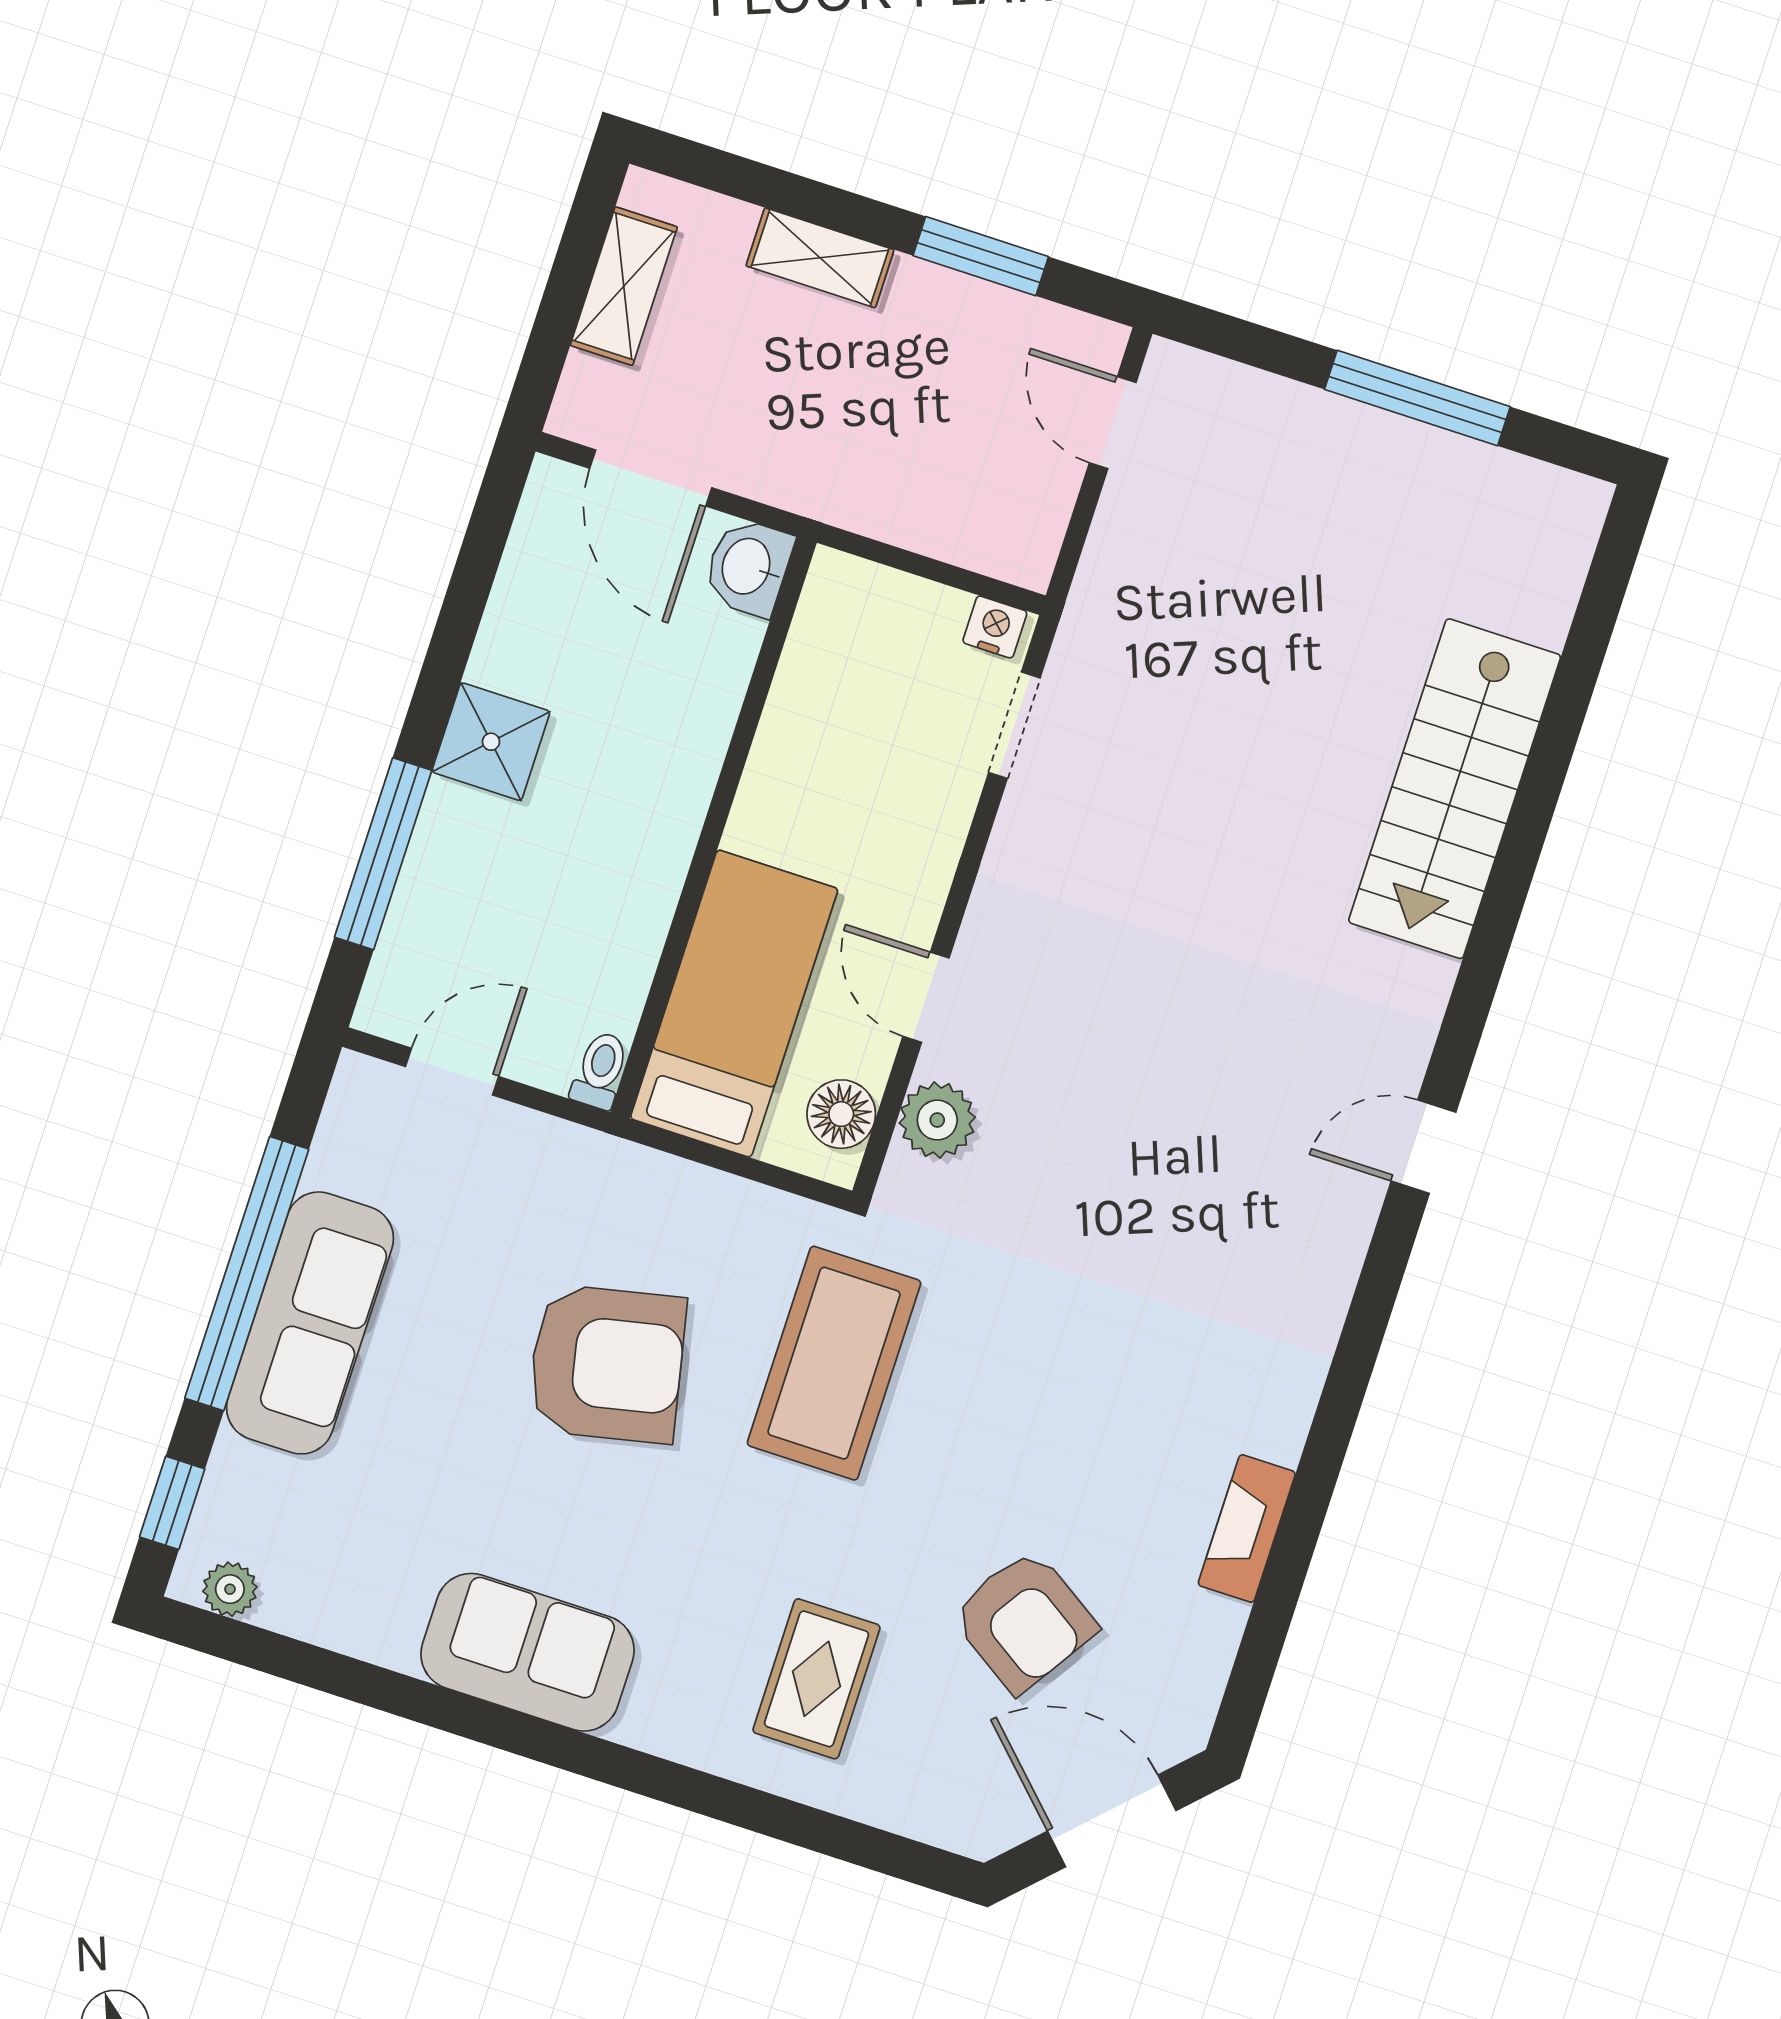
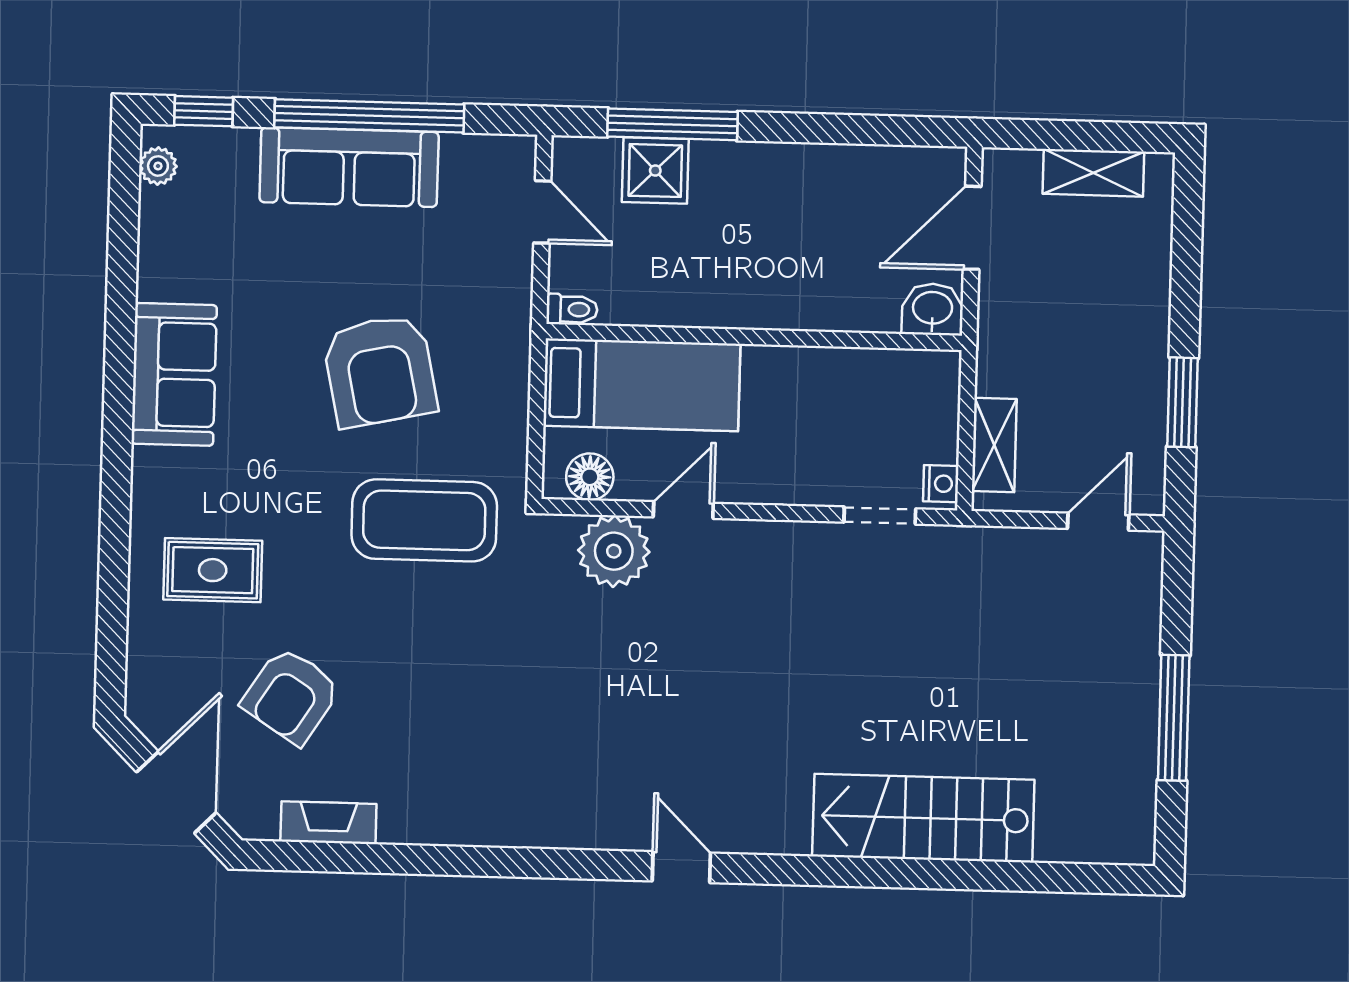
shelving: (820, 258) -> (994, 445), moved
shower: (491, 742) -> (655, 171), moved
plant: (937, 1120) -> (614, 551), width x1.36, depth x1.36
fireplace: (1247, 1529) -> (328, 823), moved

